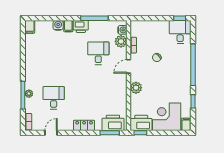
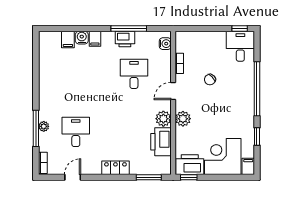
printer: (81, 26) -> (125, 39), moved
filing cabinet: (30, 27) -> (68, 40), moved
plant: (121, 41) -> (163, 119), moved
printer: (113, 123) -> (161, 142), moved, turned -90

